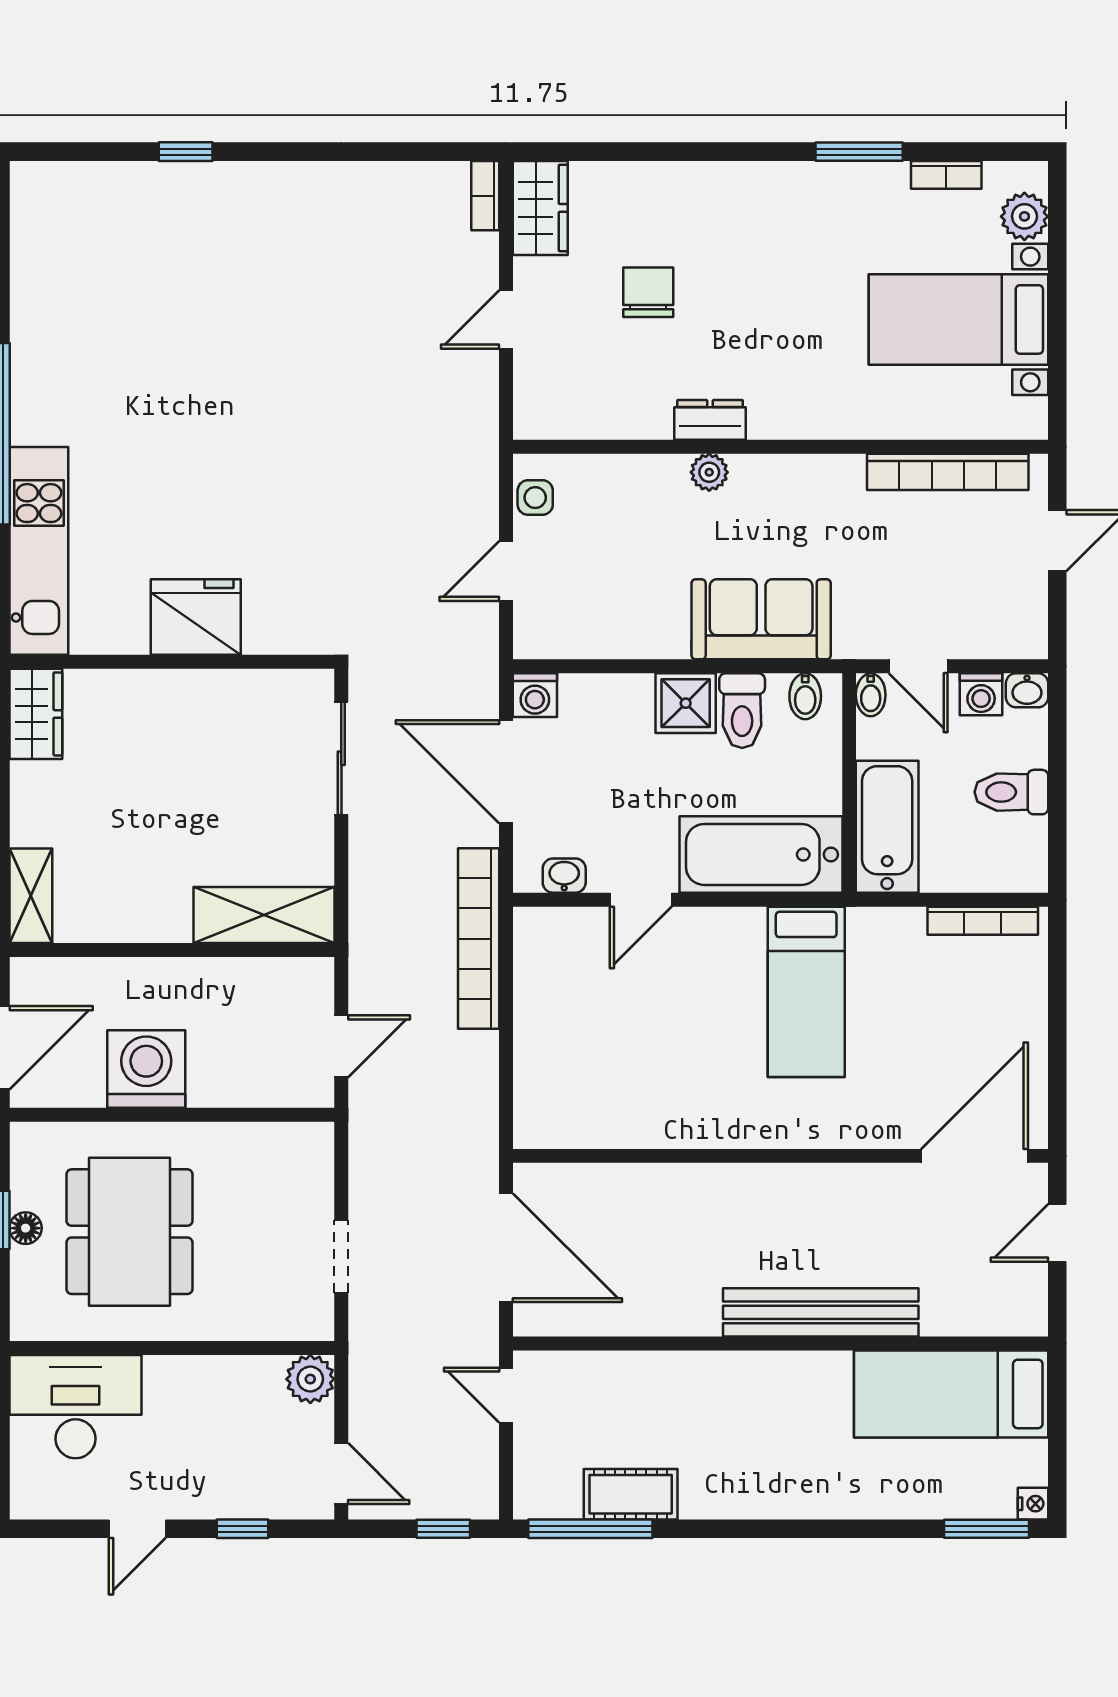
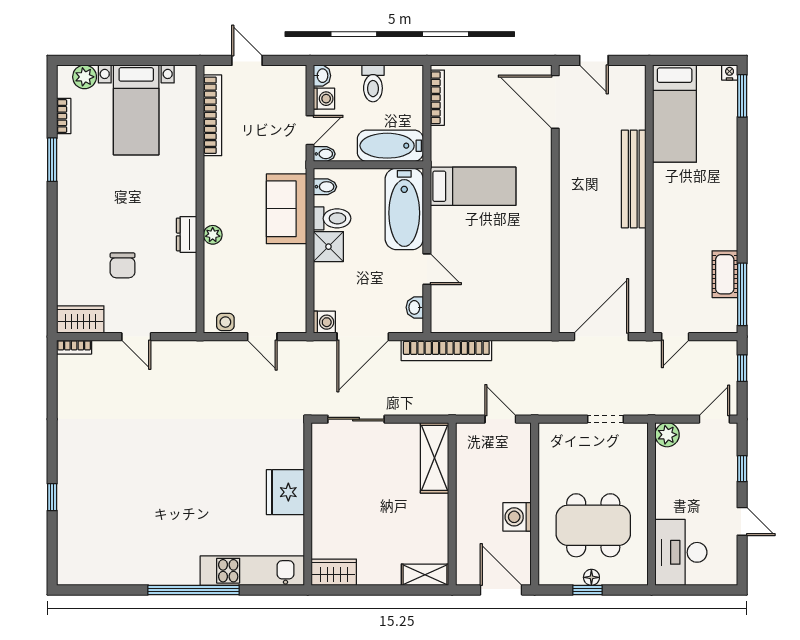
chair: (648, 292) -> (123, 265), turned -90
washing machine: (146, 1069) -> (517, 517), width x0.73, depth x0.73

